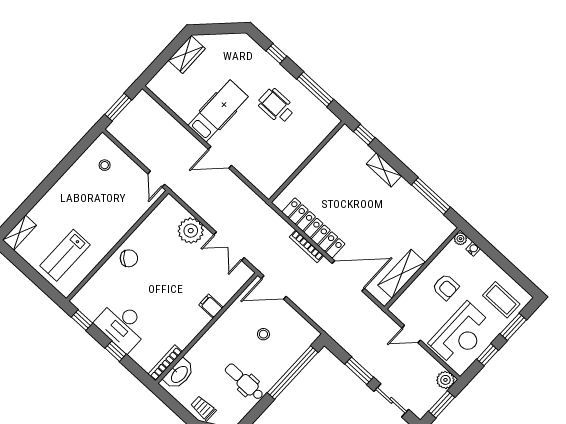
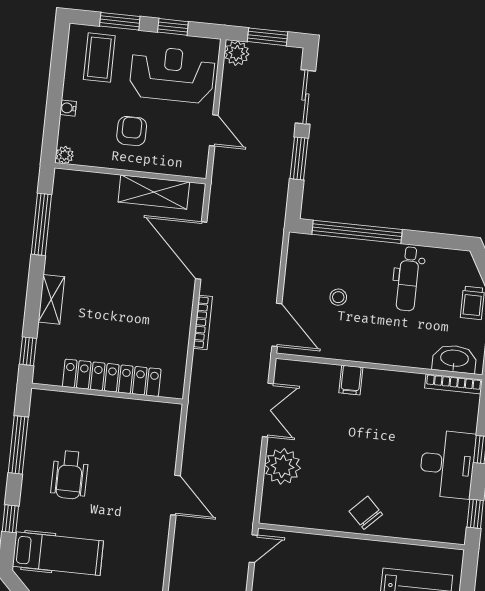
hospital bed: (218, 111) -> (58, 554), moved, turned 180
locker: (313, 228) -> (112, 378), moved, turned 90
water cooler: (473, 249) -> (68, 108), moved

